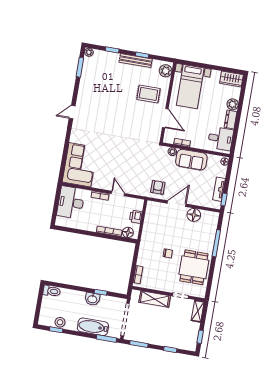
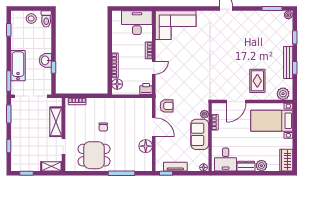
printer: (136, 217) -> (146, 89), moved
stool: (60, 322) -> (31, 18), moved

